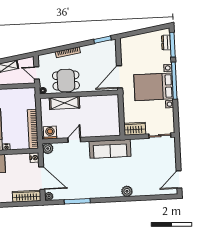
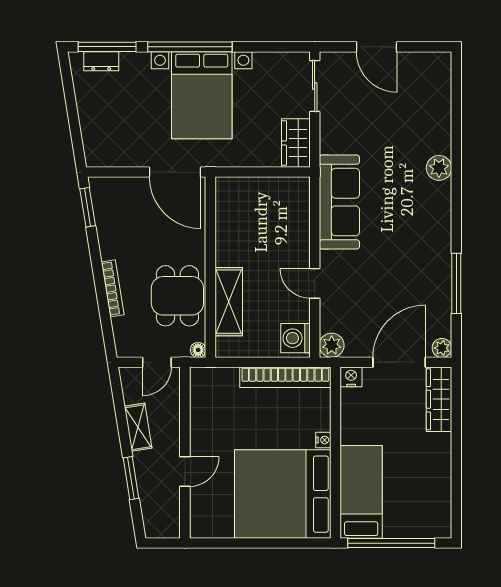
door: (179, 180) -> (377, 47), moved

